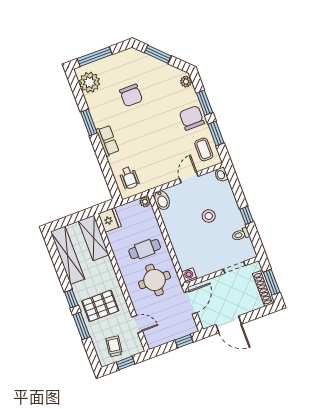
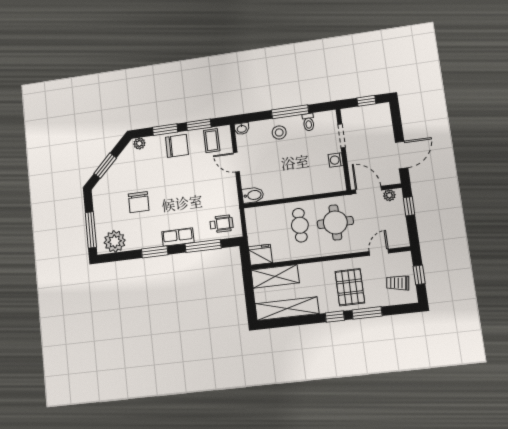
chair: (131, 95) -> (139, 202), turned 90
chair: (192, 118) -> (177, 146), turned 180
coffee table: (204, 149) -> (212, 141), turned 90
window: (105, 166) -> (203, 246), added
plant: (145, 202) -> (389, 195), moved
window: (247, 215) -> (290, 112), width x2.17
stool: (209, 216) -> (279, 132), moved
washing machine: (189, 275) -> (336, 160), moved
window: (272, 282) -> (366, 101), width x0.67
shoe rack: (264, 288) -> (371, 110), removed

